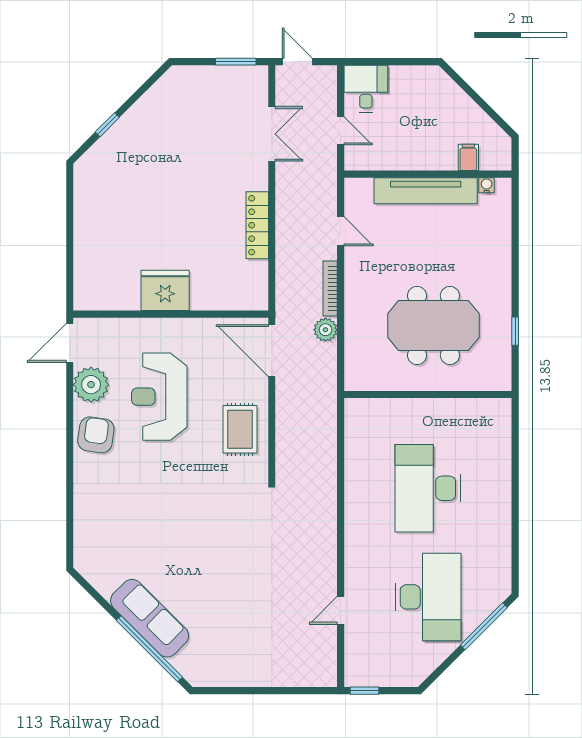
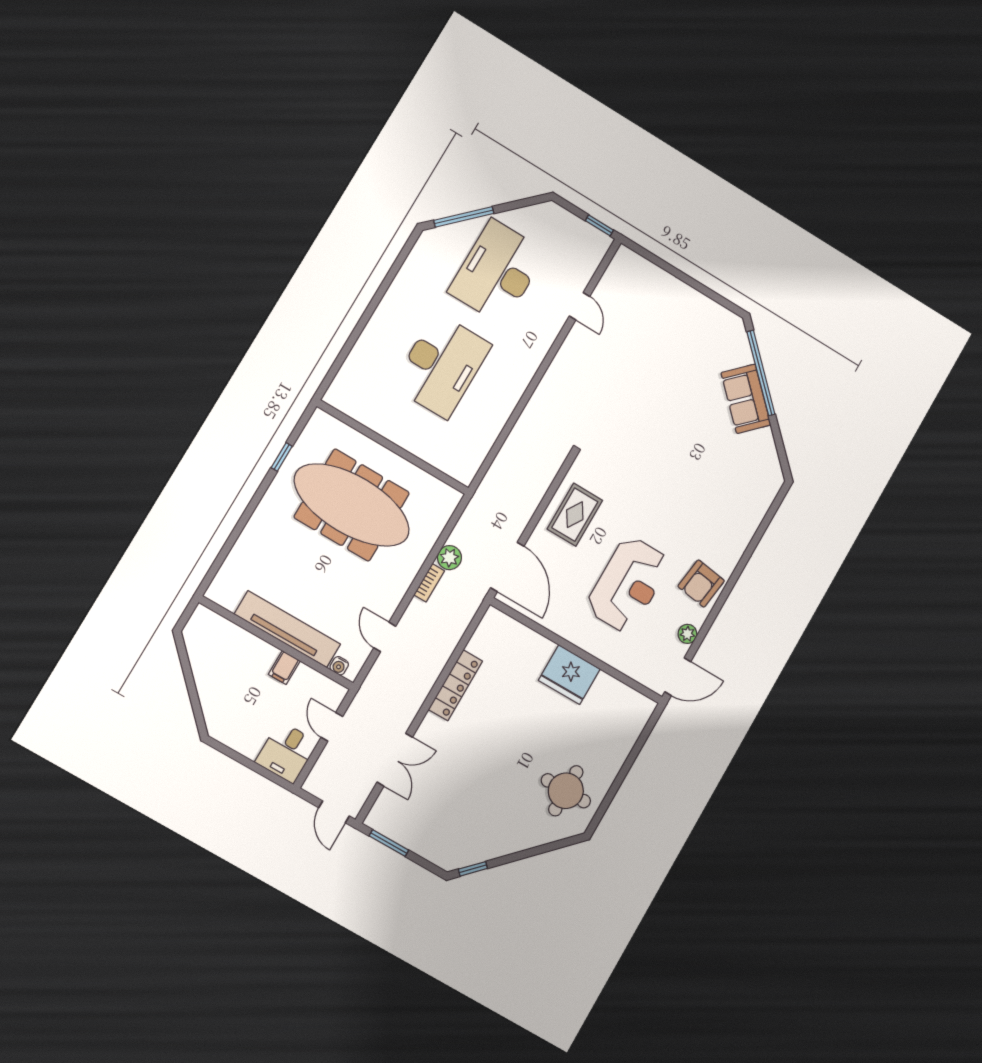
window: (107, 125) -> (473, 869), moved
double door: (272, 134) -> (395, 760), swing flipped
filing cabinet: (468, 157) -> (284, 668), moved
water cooler: (487, 185) -> (339, 666), moved
round table: (111, 190) -> (566, 791), added
bookcase: (330, 288) -> (429, 583), width x0.64
meeting table: (433, 326) -> (352, 505), width x1.36
plant: (91, 385) -> (687, 634), width x0.53, depth x0.53
door: (341, 610) -> (580, 306), hinge flipped
sofa: (150, 618) -> (746, 399), width x0.73

